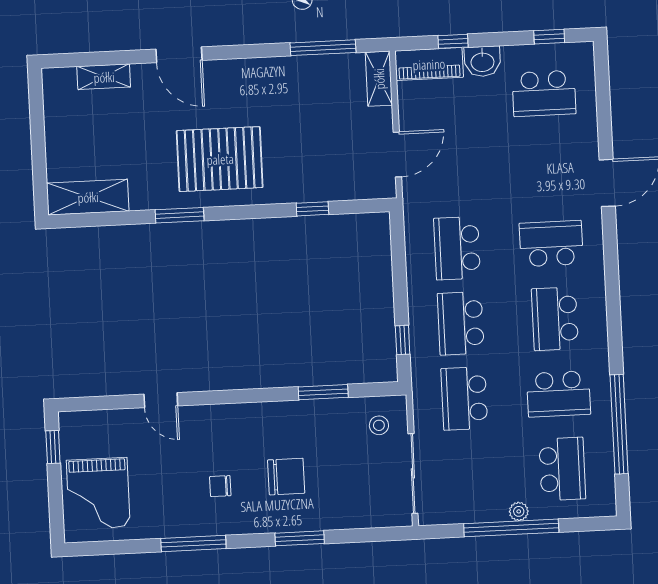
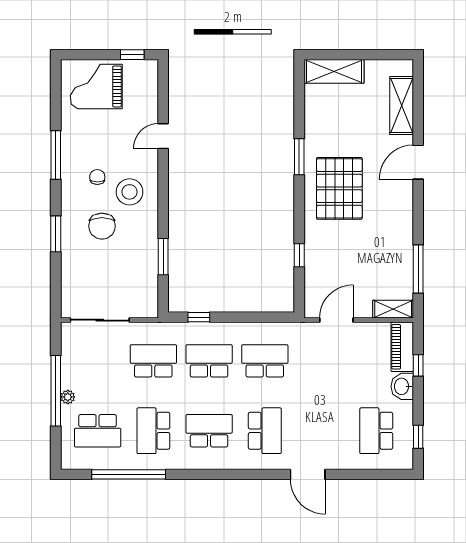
shelving: (104, 77) -> (402, 106), width x1.50, depth x1.33
door: (397, 154) -> (336, 320), swing flipped
shelving: (88, 197) -> (334, 71), moved, turned 90
stool: (379, 425) -> (130, 192), moved, width x1.89, depth x1.89

